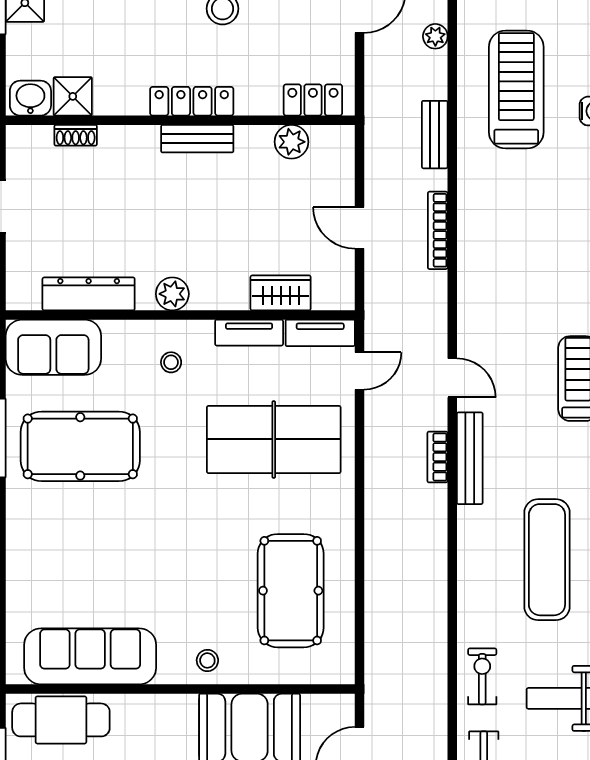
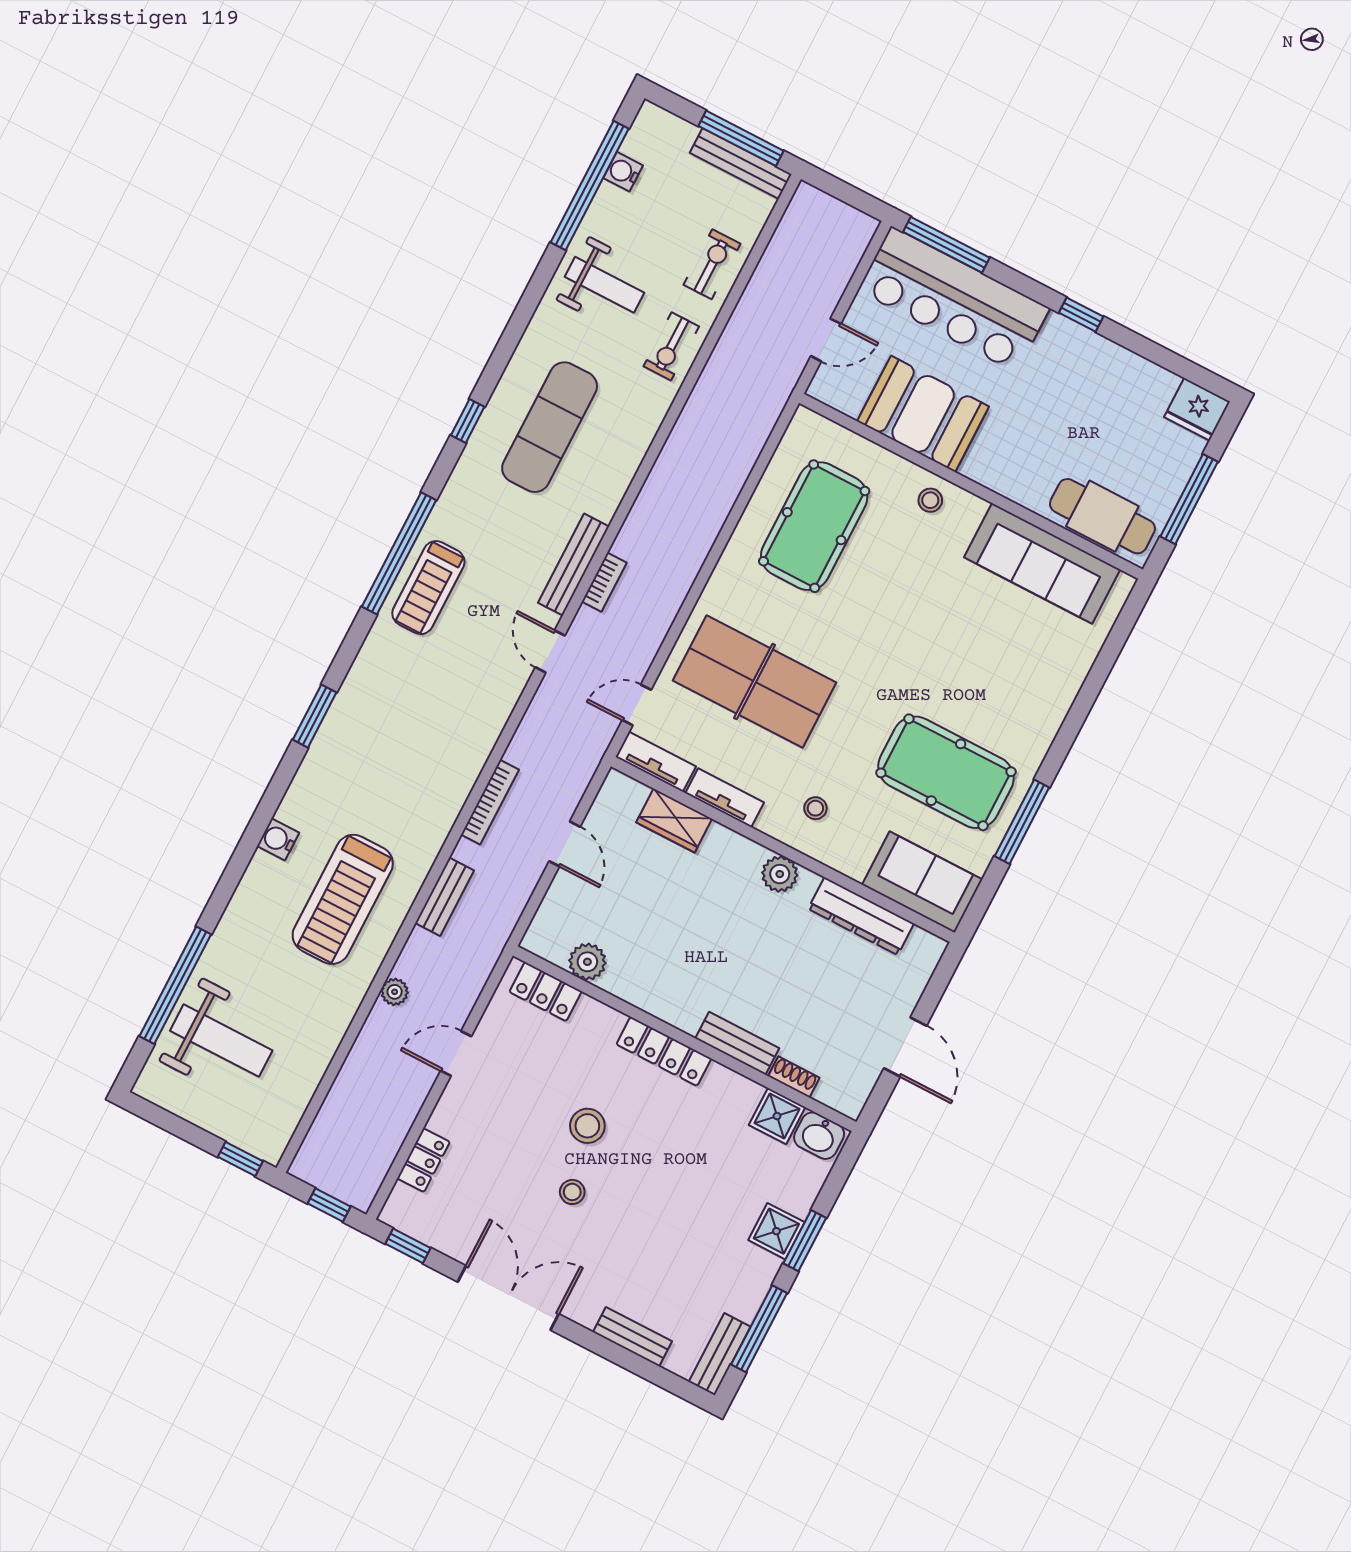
bench: (197, 139) -> (737, 1043), moved

